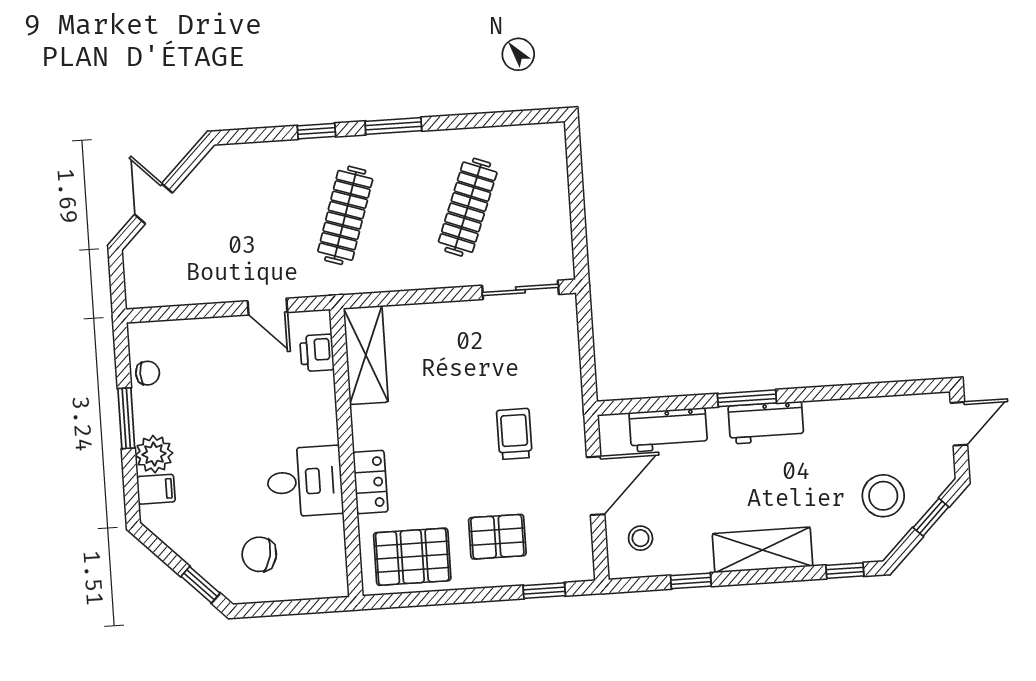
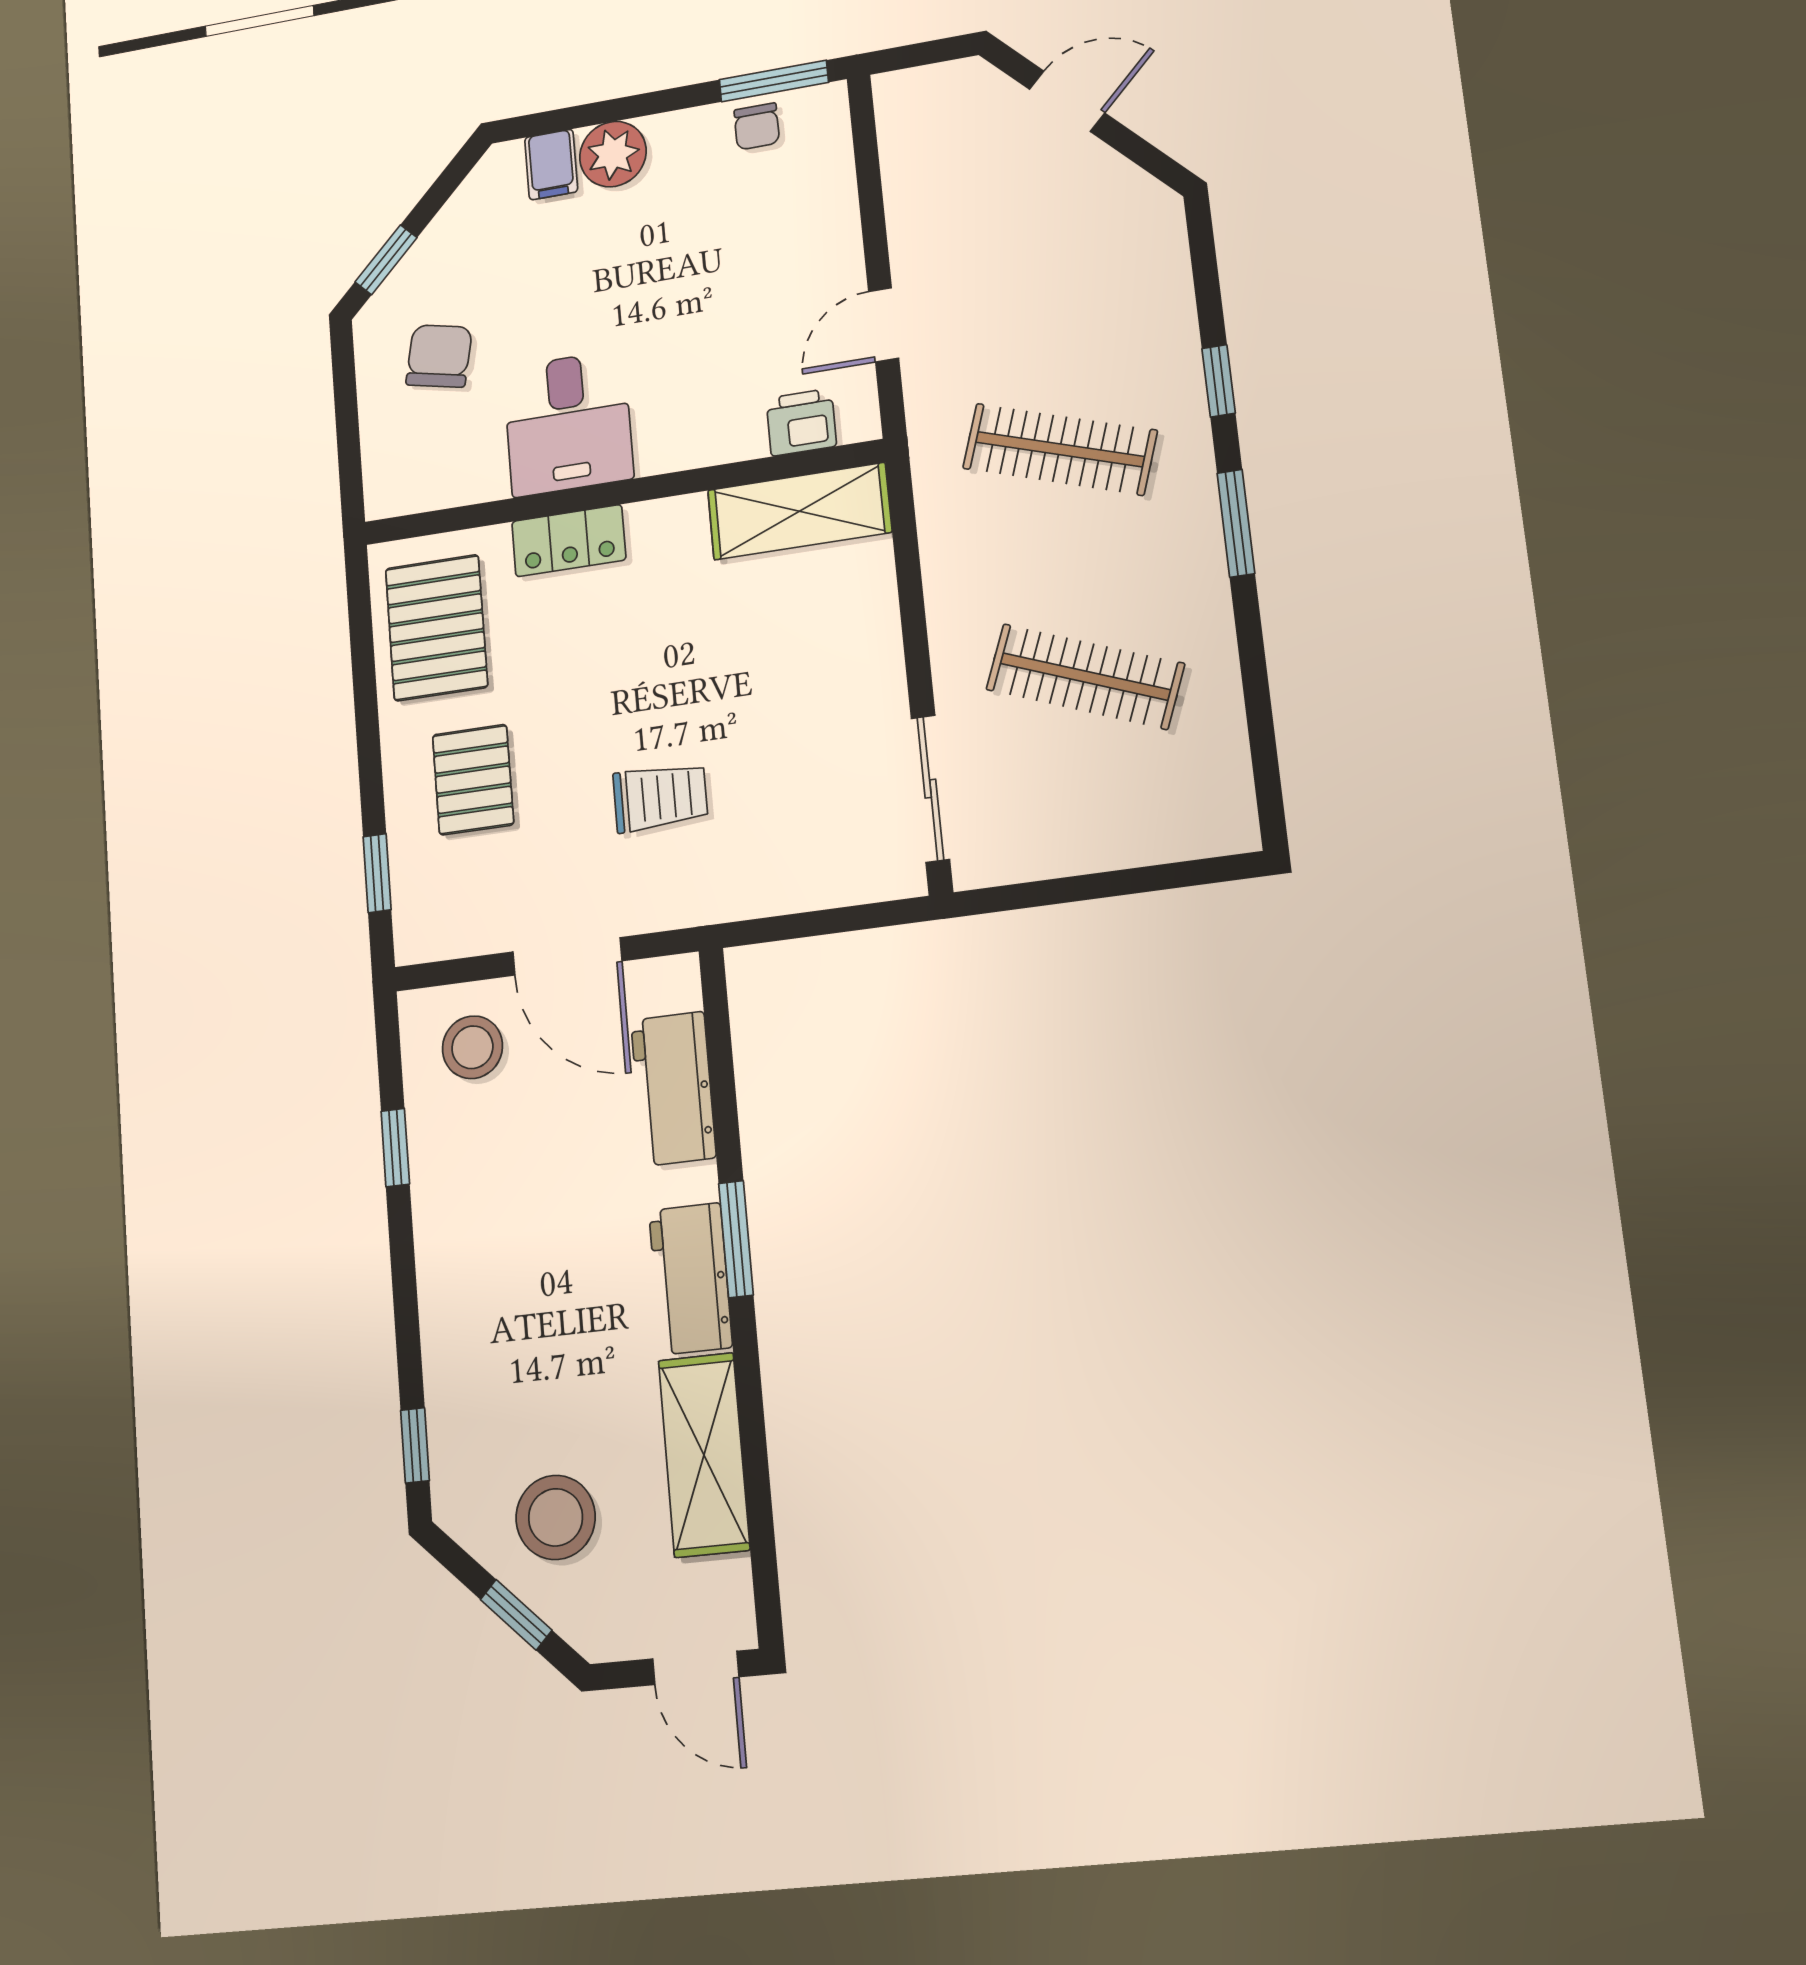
window: (126, 418) -> (774, 81), moved
stool: (641, 538) -> (472, 1047), width x1.37, depth x1.37
shelving: (763, 550) -> (704, 1455), moved

